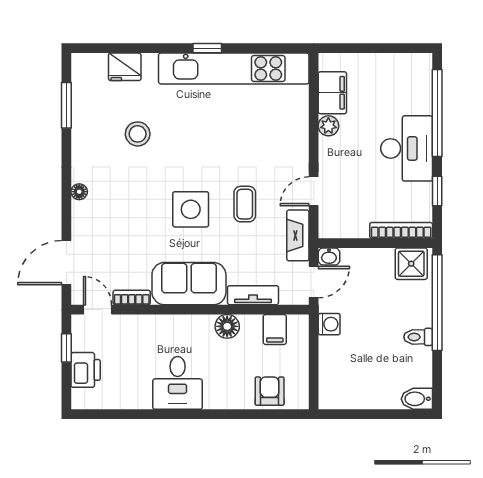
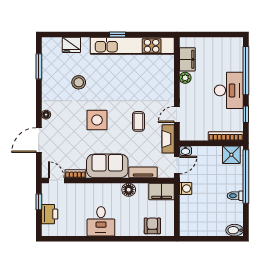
side table: (191, 209) -> (97, 120), moved
door: (66, 263) -> (39, 140), moved
filing cabinet: (275, 329) -> (162, 191), width x2.00

